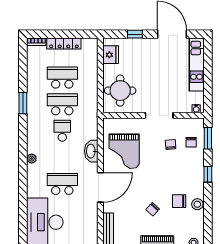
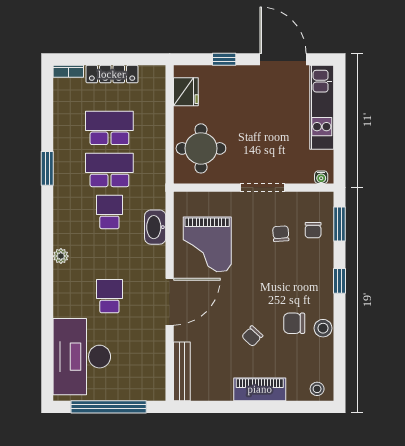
washbasin: (91, 151) -> (155, 227), moved
school desk: (62, 184) -> (109, 296), width x0.54

